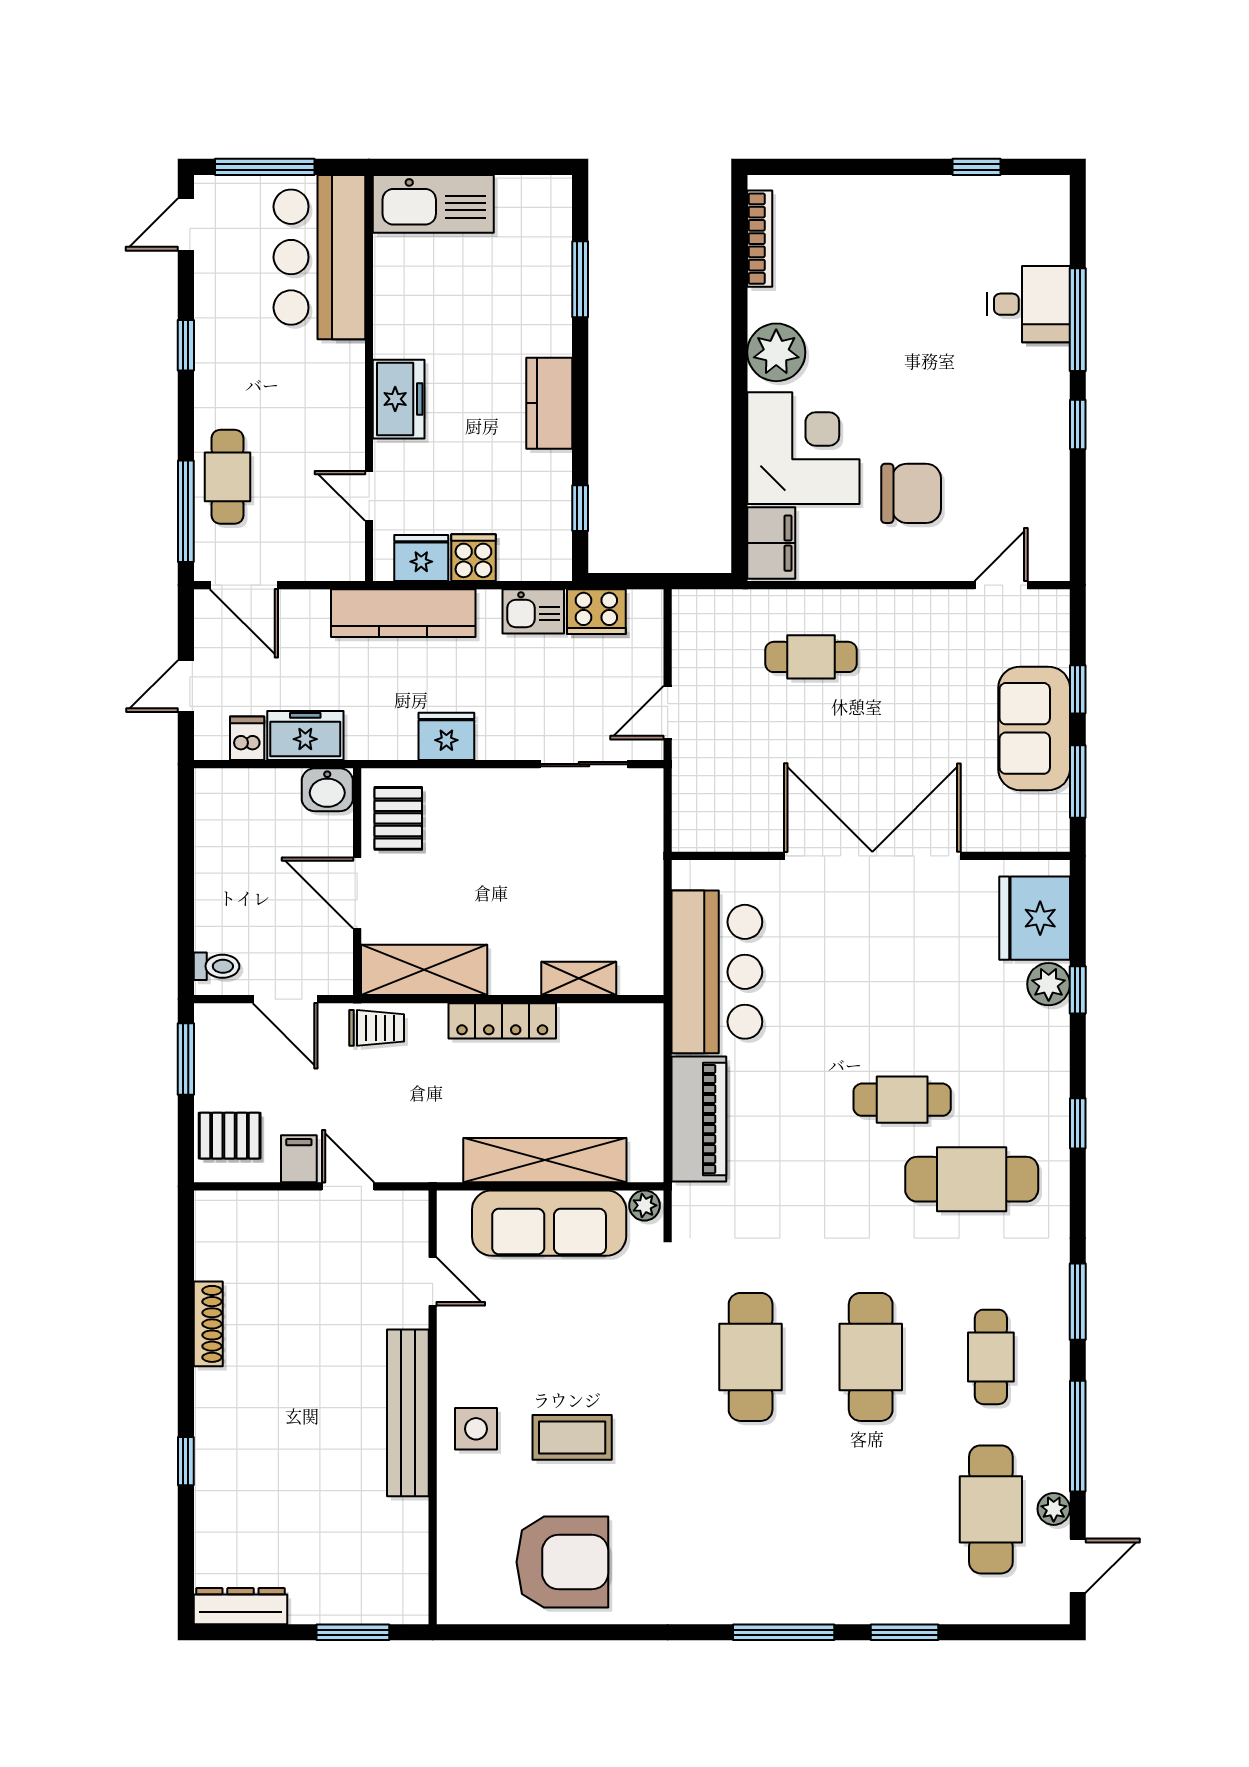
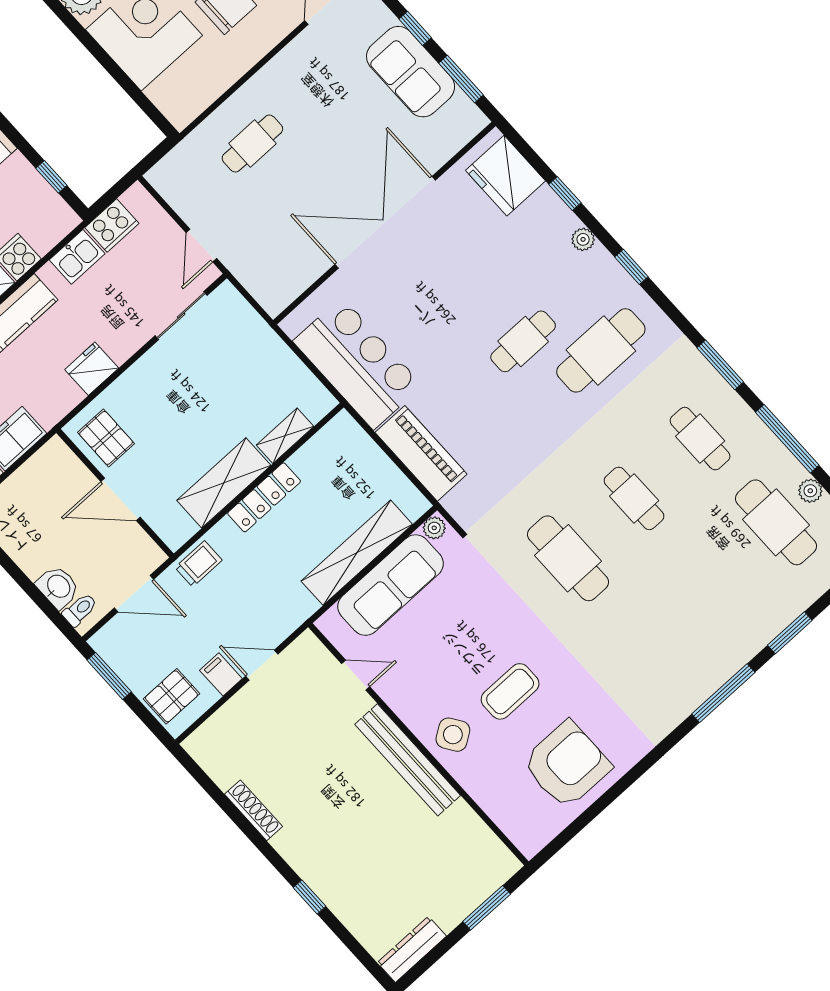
filing cabinet: (771, 543) -> (174, 101), removed
washbasin: (327, 790) -> (58, 587), moved, turned -90
shelving: (424, 970) -> (224, 483), moved
plant: (1049, 984) -> (583, 239), moved, width x0.73, depth x0.73
cafe table: (871, 1357) -> (634, 498), width x0.73, depth x0.74
side table: (476, 1429) -> (453, 735), turned -34

